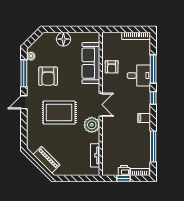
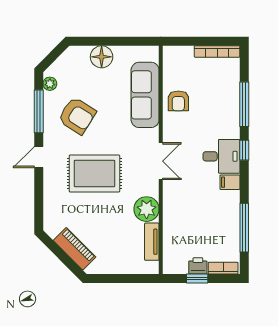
armchair: (48, 76) -> (77, 116), turned -58
desk: (139, 76) -> (221, 156), moved
plant: (92, 125) -> (147, 209), moved

